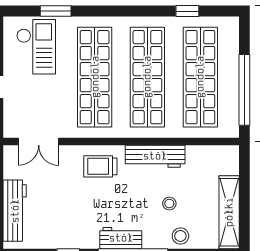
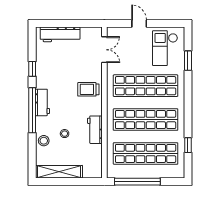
checkout: (36, 47) -> (165, 48), turned 90
double door: (39, 142) -> (104, 50), swing flipped
workbench: (155, 156) -> (95, 130), width x0.73
trolley: (100, 166) -> (88, 89), turned -90

